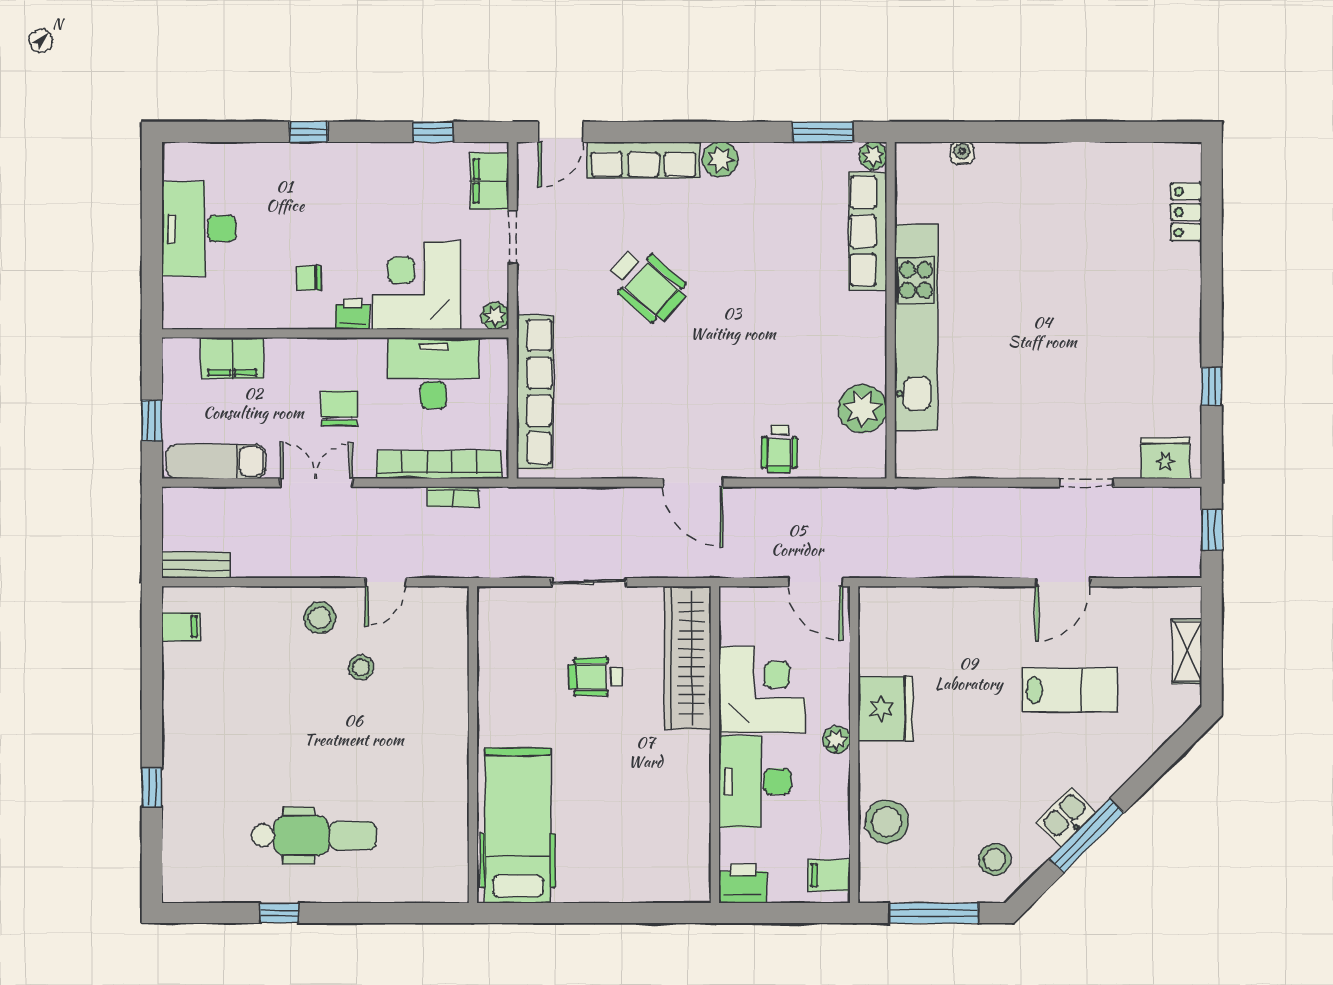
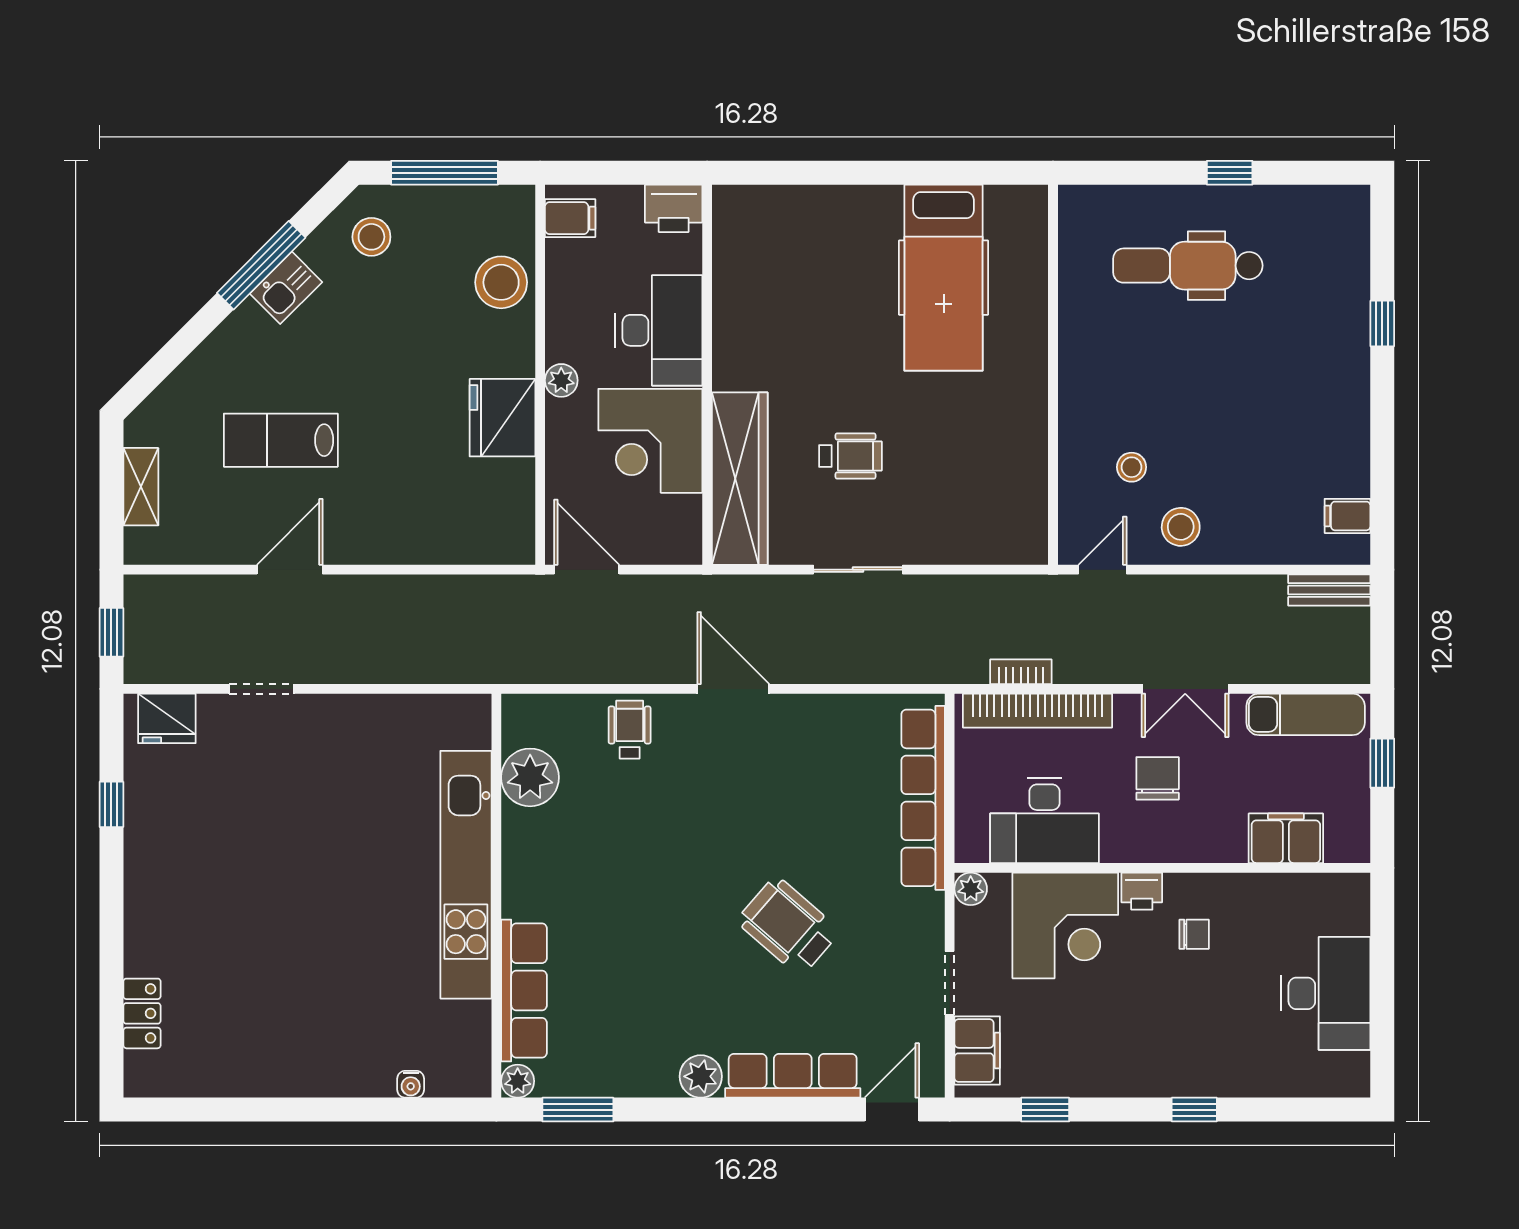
chair: (339, 408) -> (1158, 778), turned 180
wall: (473, 745) -> (1053, 375), moved

